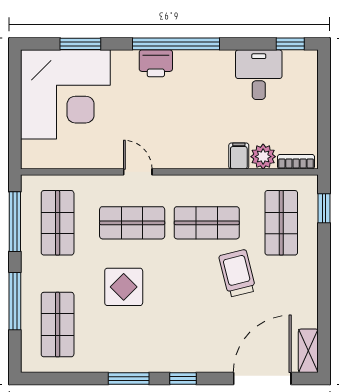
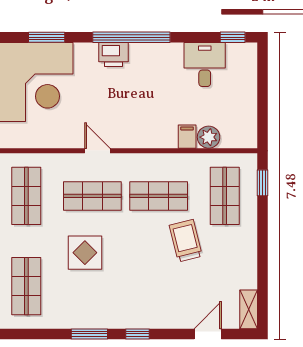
bookcase: (296, 162) -> (238, 142), removed
door: (262, 379) -> (208, 334), width x0.53

